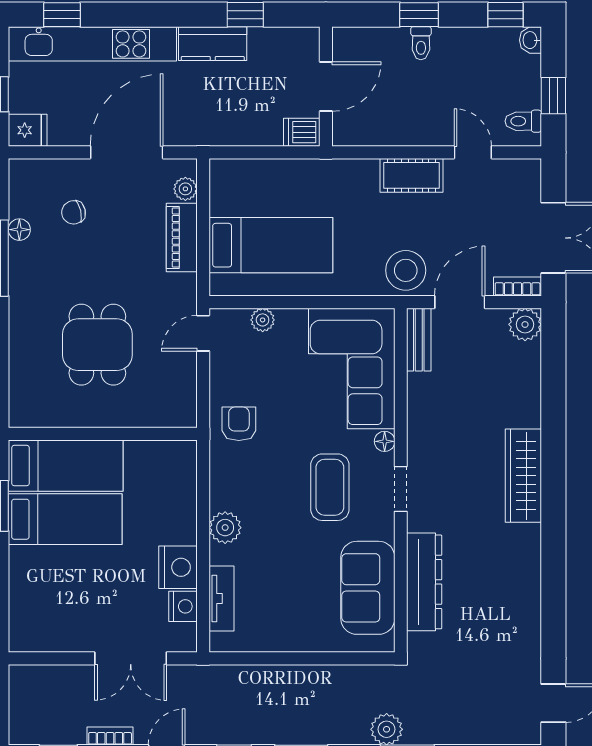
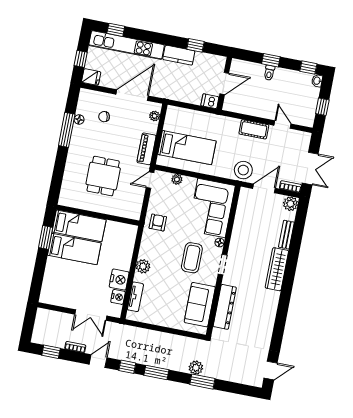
toilet: (523, 121) -> (307, 115), removed
piano: (182, 237) -> (146, 149), moved
bench: (419, 340) -> (286, 235), moved

